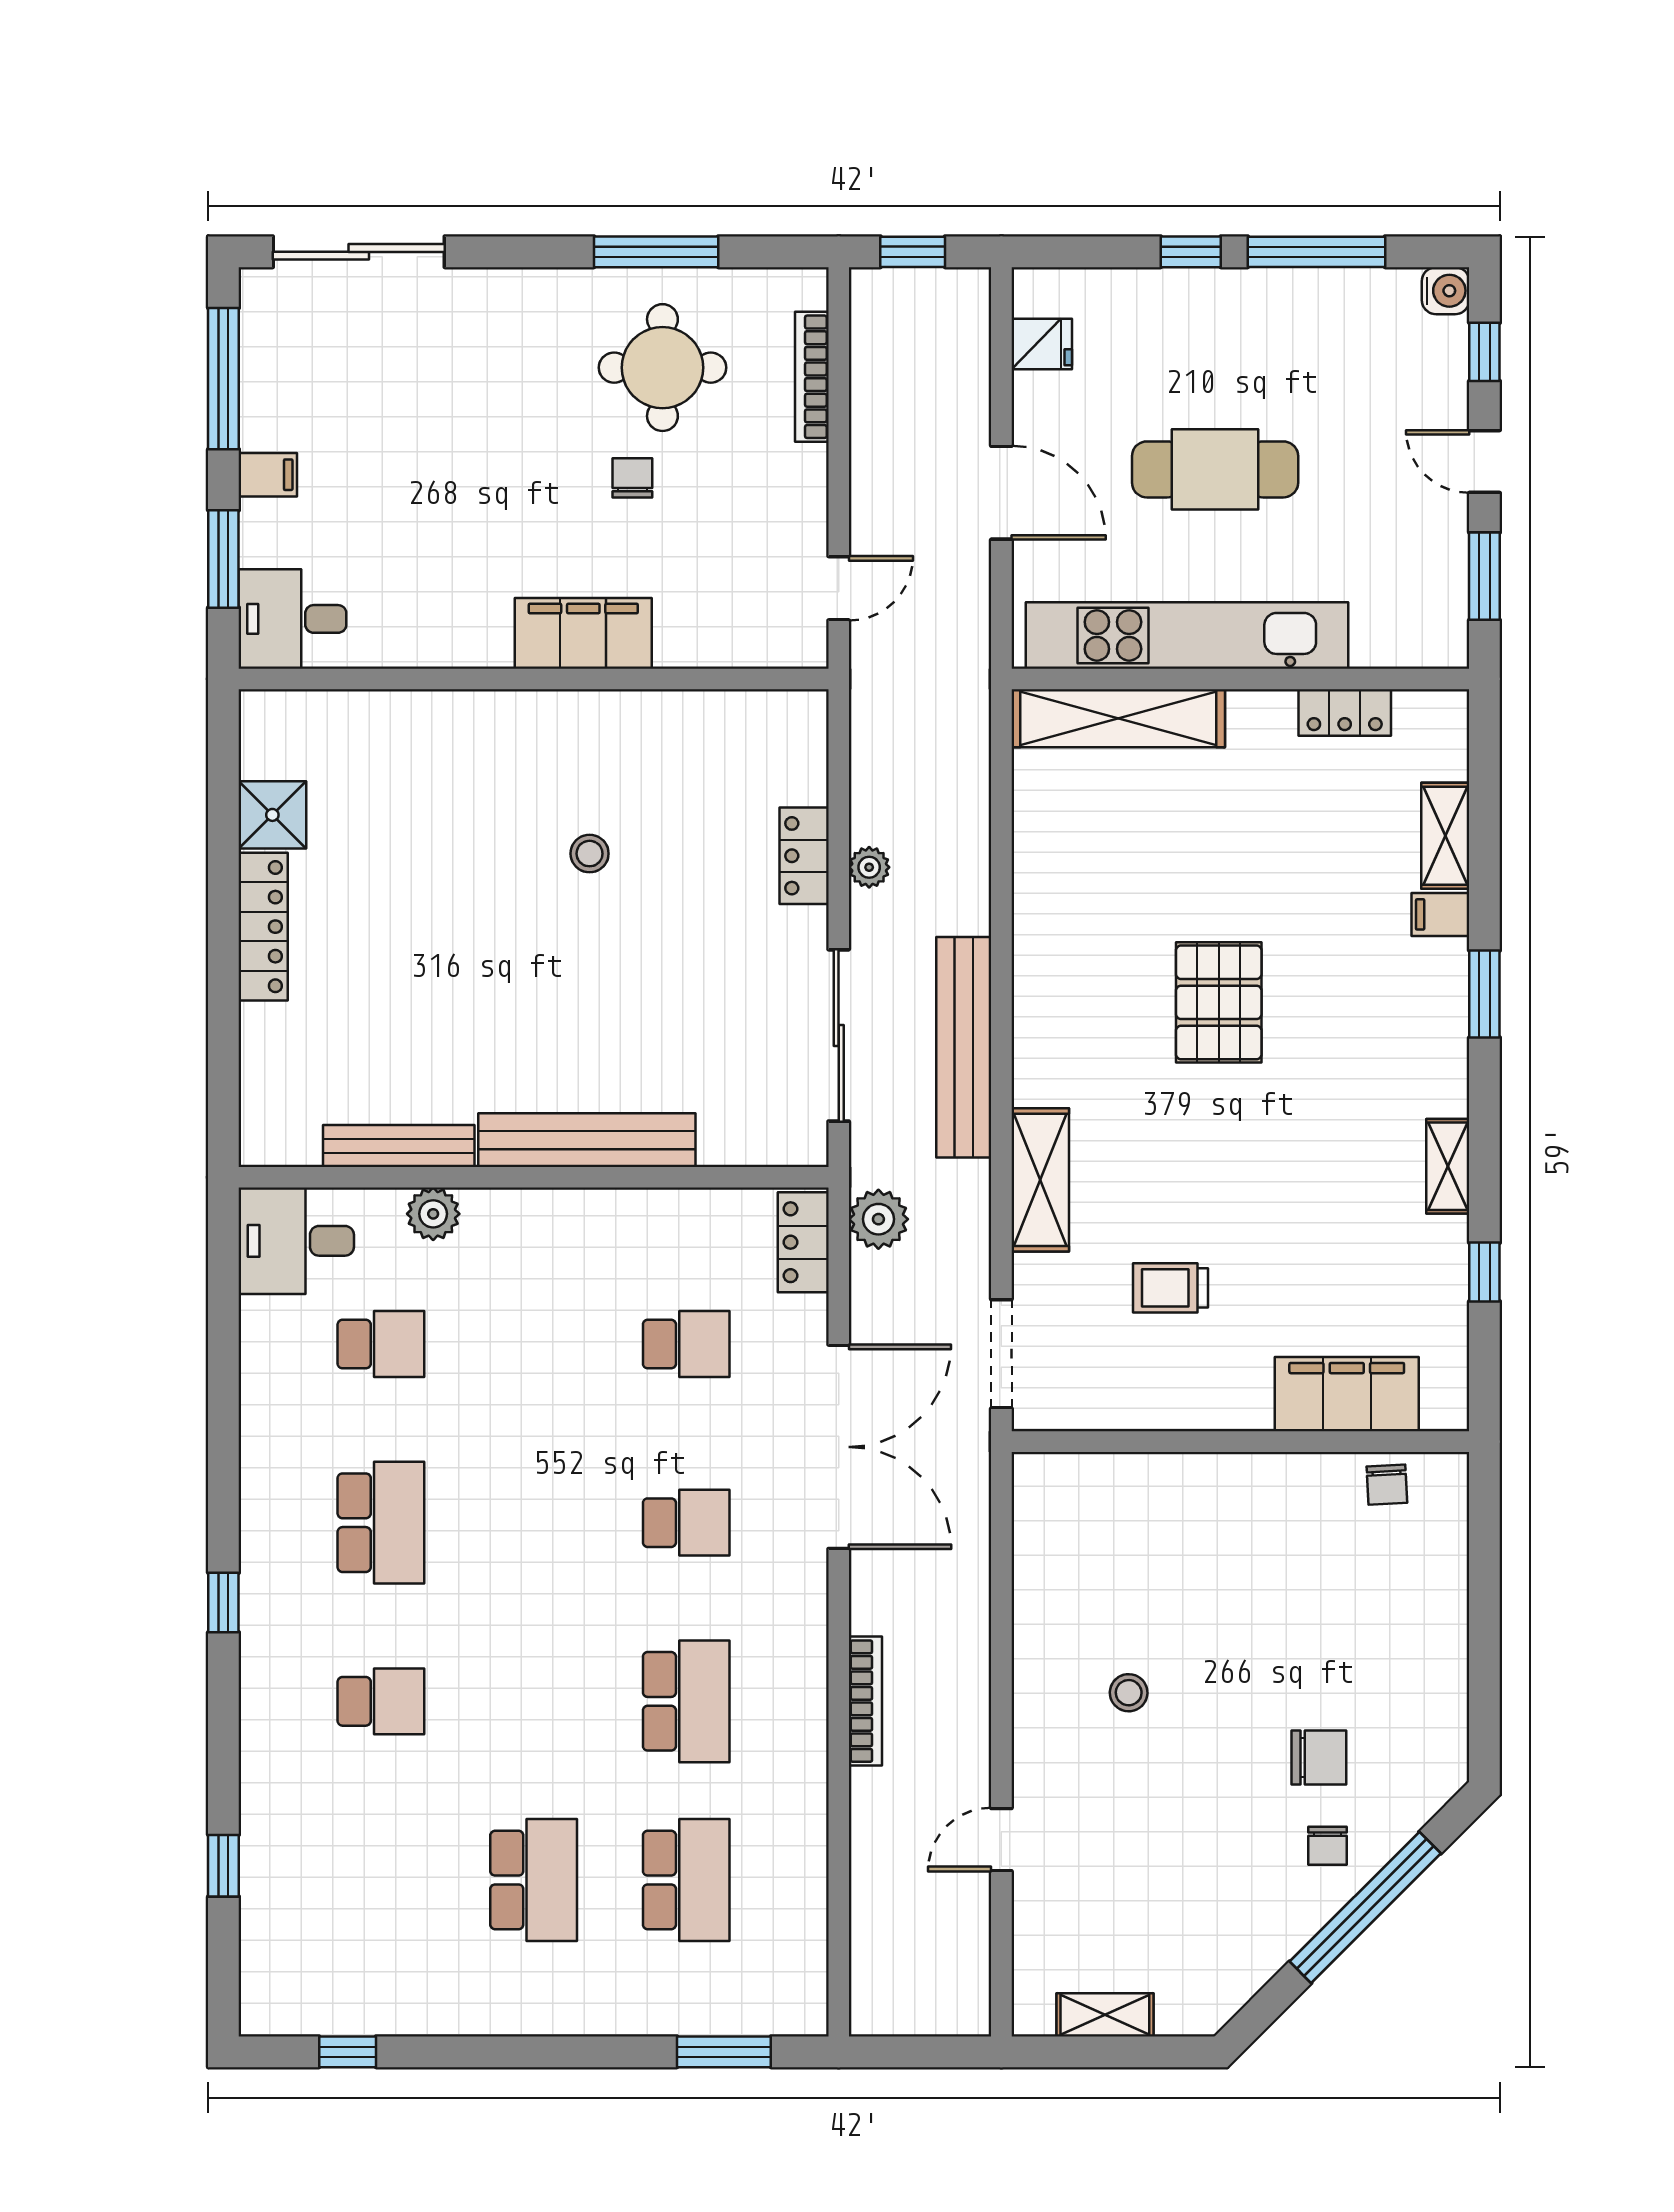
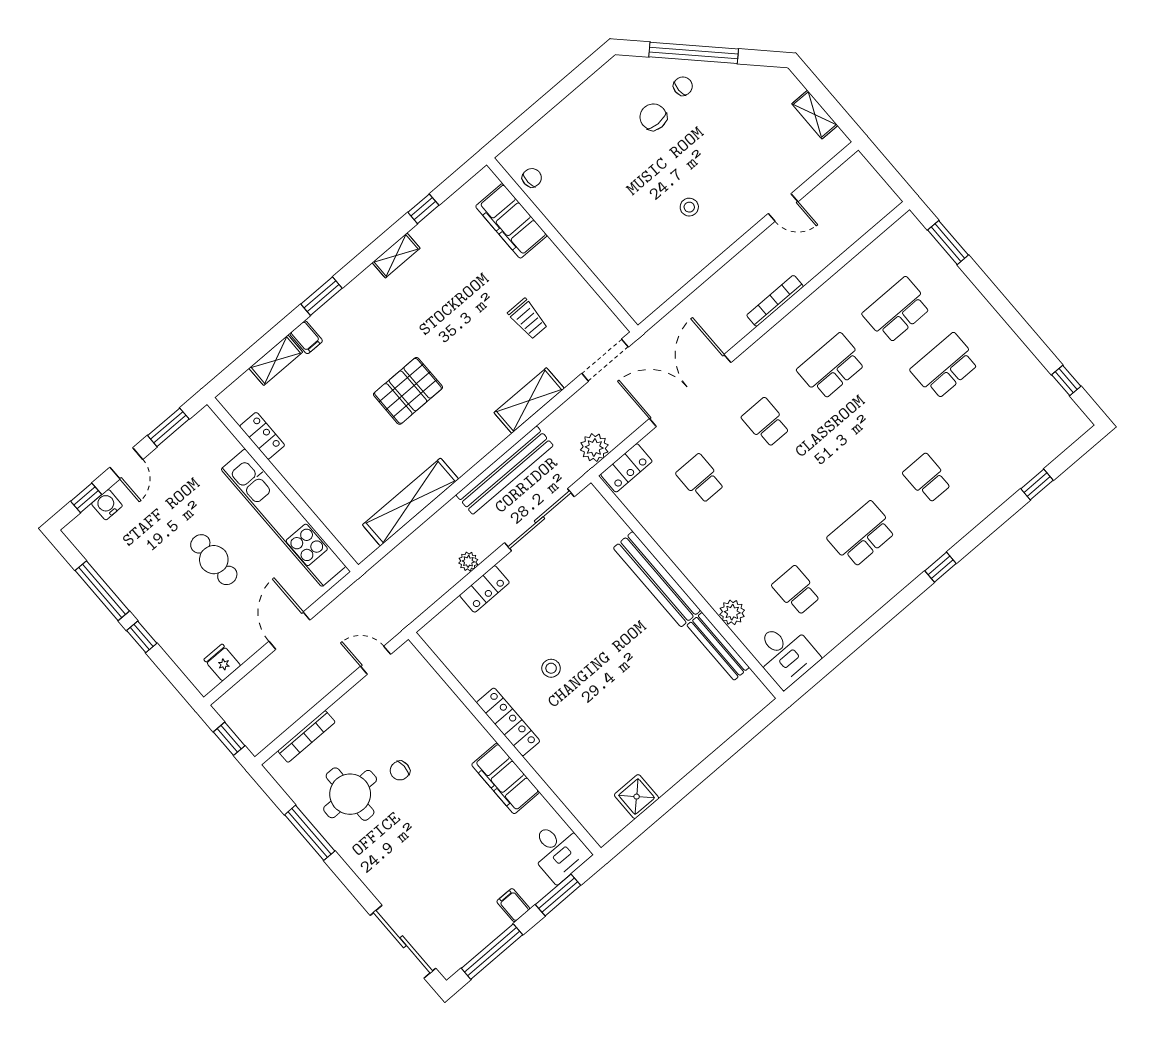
water cooler: (1446, 291) -> (107, 505), moved
cafe table: (1215, 469) -> (214, 560), width x0.73, depth x0.74
filing cabinet: (583, 633) -> (506, 778), moved
shelving: (1118, 718) -> (410, 502), moved, turned 90
locker: (263, 927) -> (508, 722), moved, turned 90

